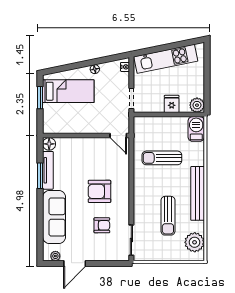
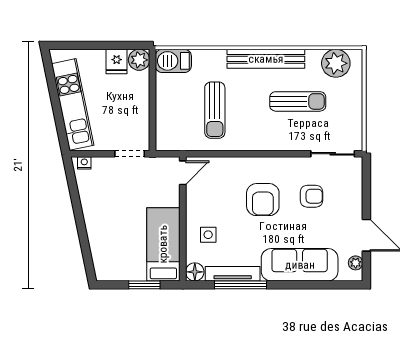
floor lamp: (95, 69) -> (87, 206), removed
bed: (68, 91) -> (163, 244), moved
window: (40, 98) -> (144, 285), moved
fridge: (172, 104) -> (117, 62), moved, turned -90
side table: (75, 153) -> (208, 235), added
window: (40, 176) -> (241, 285), width x1.44
armchair: (102, 225) -> (311, 196), turned 90

